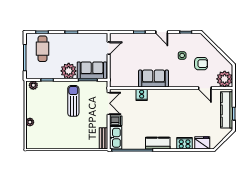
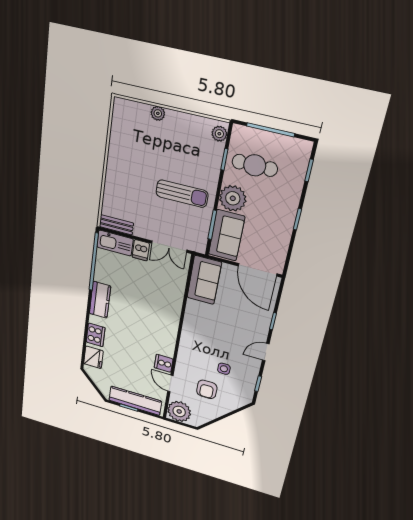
door: (109, 48) -> (257, 270), width x1.88
cafe table: (43, 49) -> (255, 165), moved
sofa: (153, 79) -> (204, 280), moved
door: (205, 88) -> (170, 383), hinge flipped
cooker: (142, 95) -> (164, 363), moved

